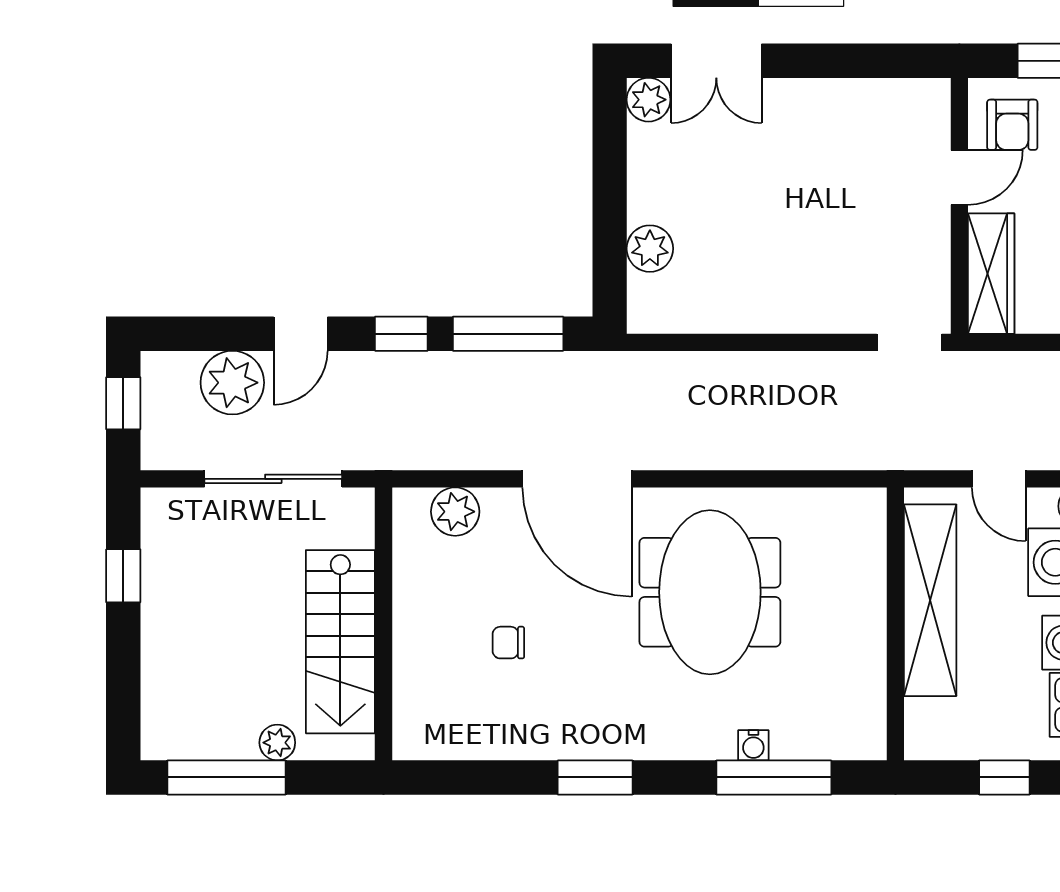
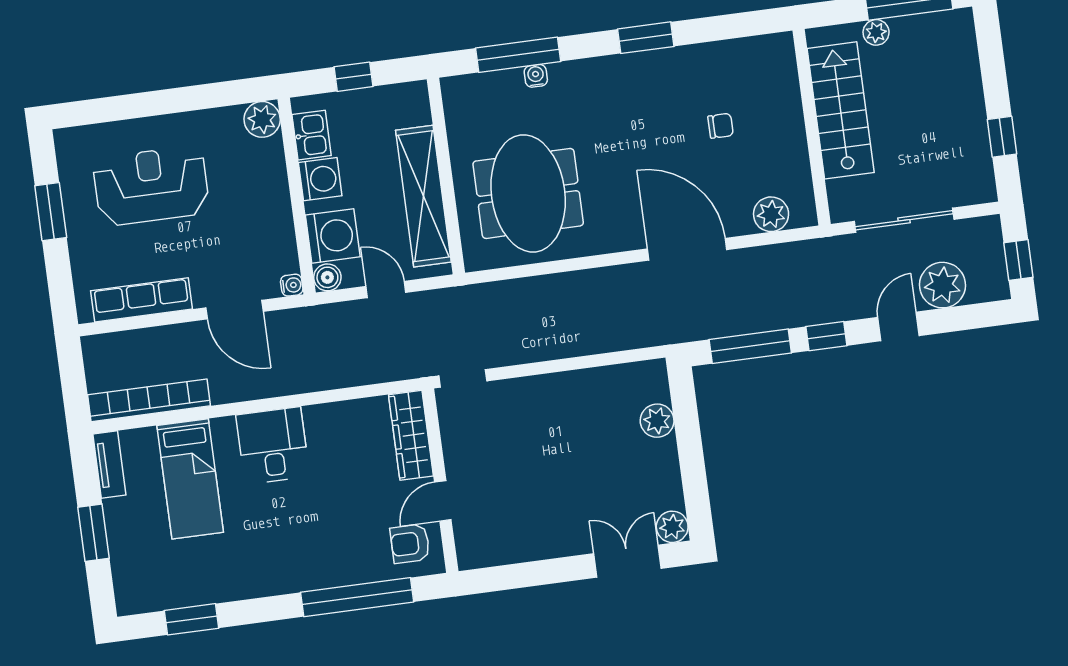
armchair: (1012, 125) -> (410, 544), turned -90
meeting table: (710, 592) -> (528, 193), moved

